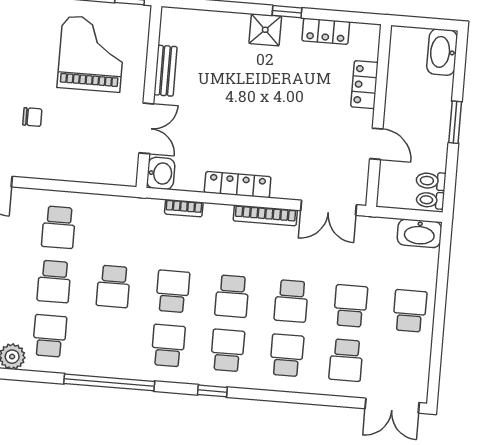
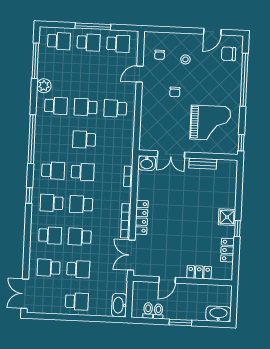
locker: (238, 185) -> (142, 217), moved
toilet: (430, 200) -> (158, 311), moved
school desk: (227, 350) -> (52, 203), turned 180

